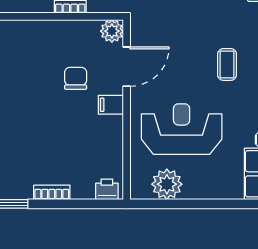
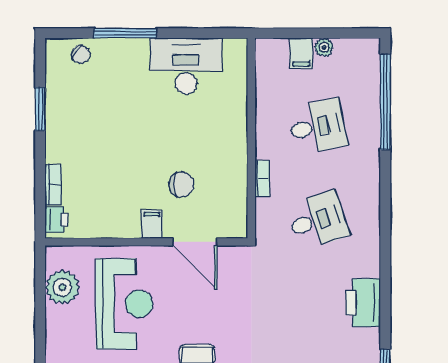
plant: (112, 31) -> (235, 225), removed
bookcase: (52, 192) -> (53, 185), moved

